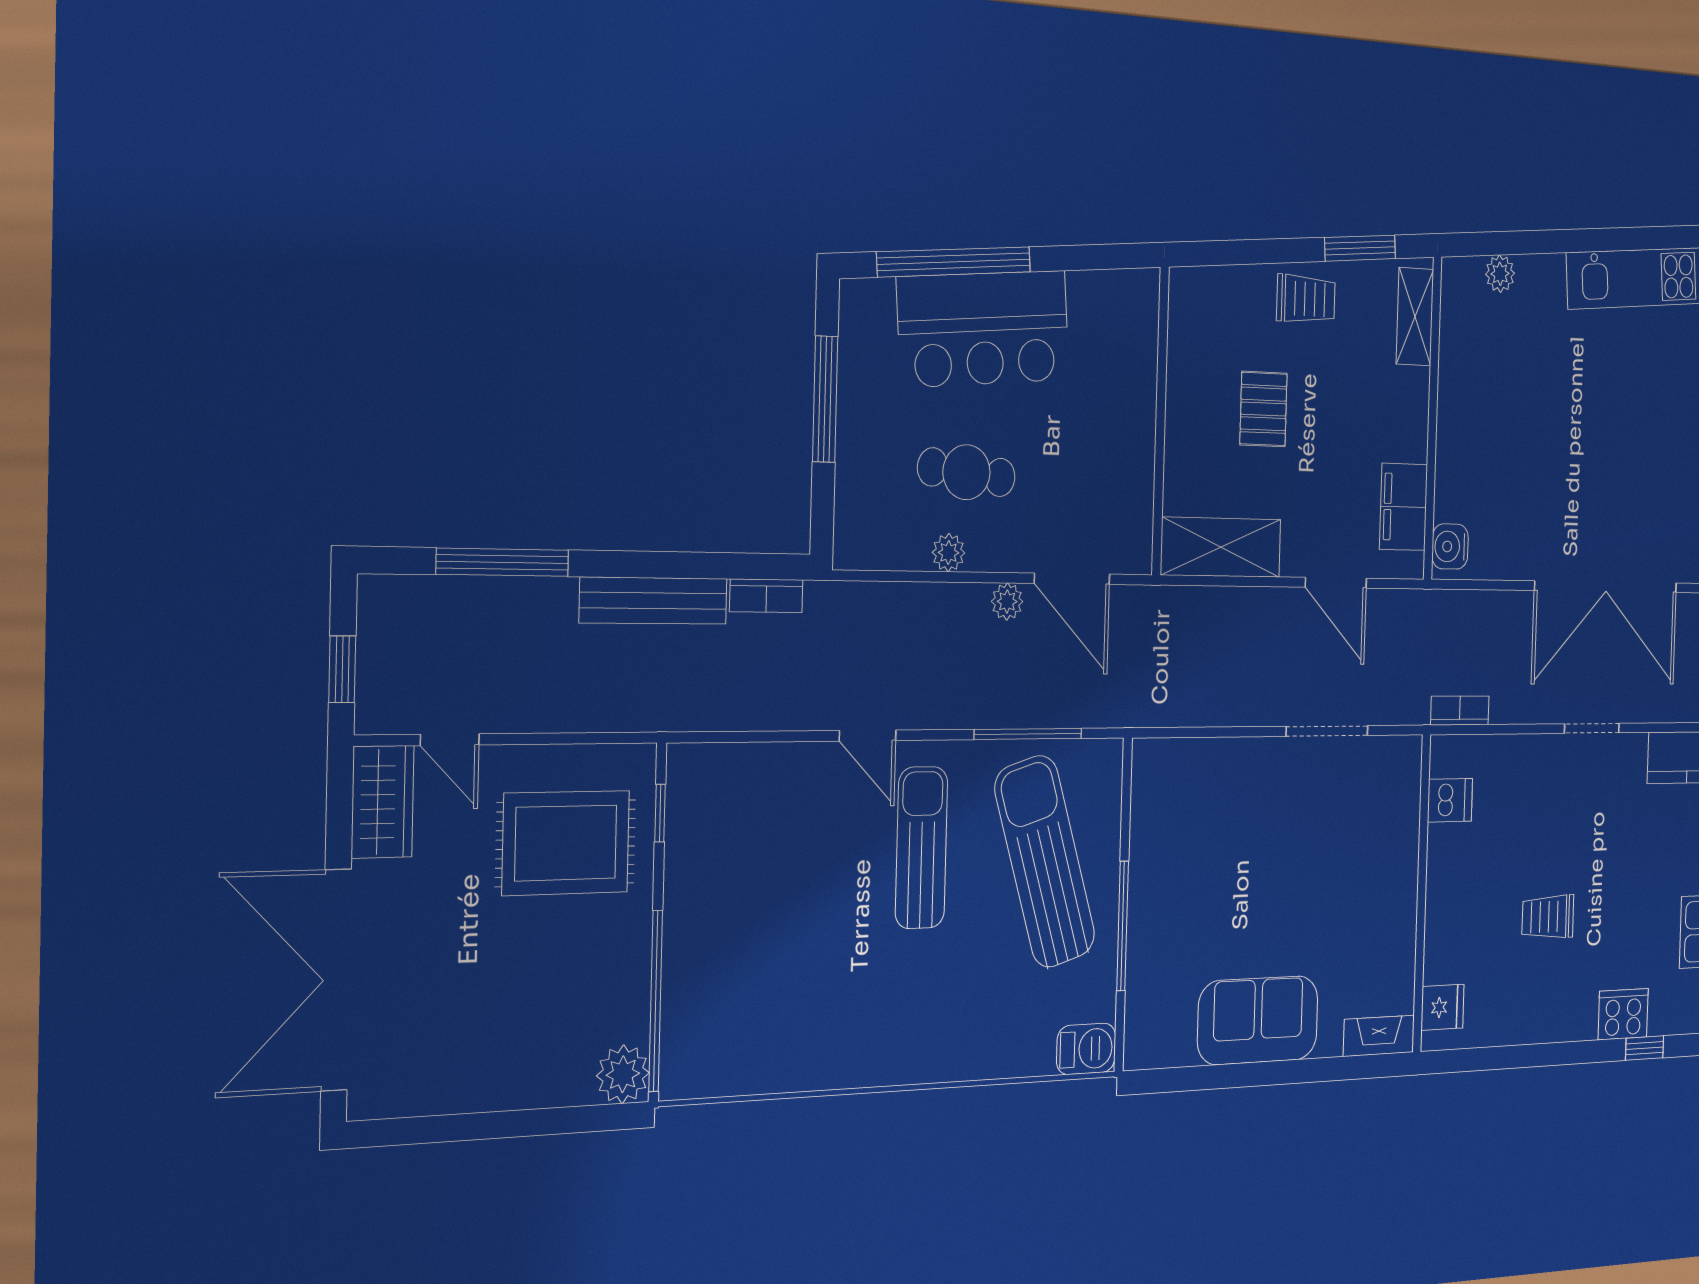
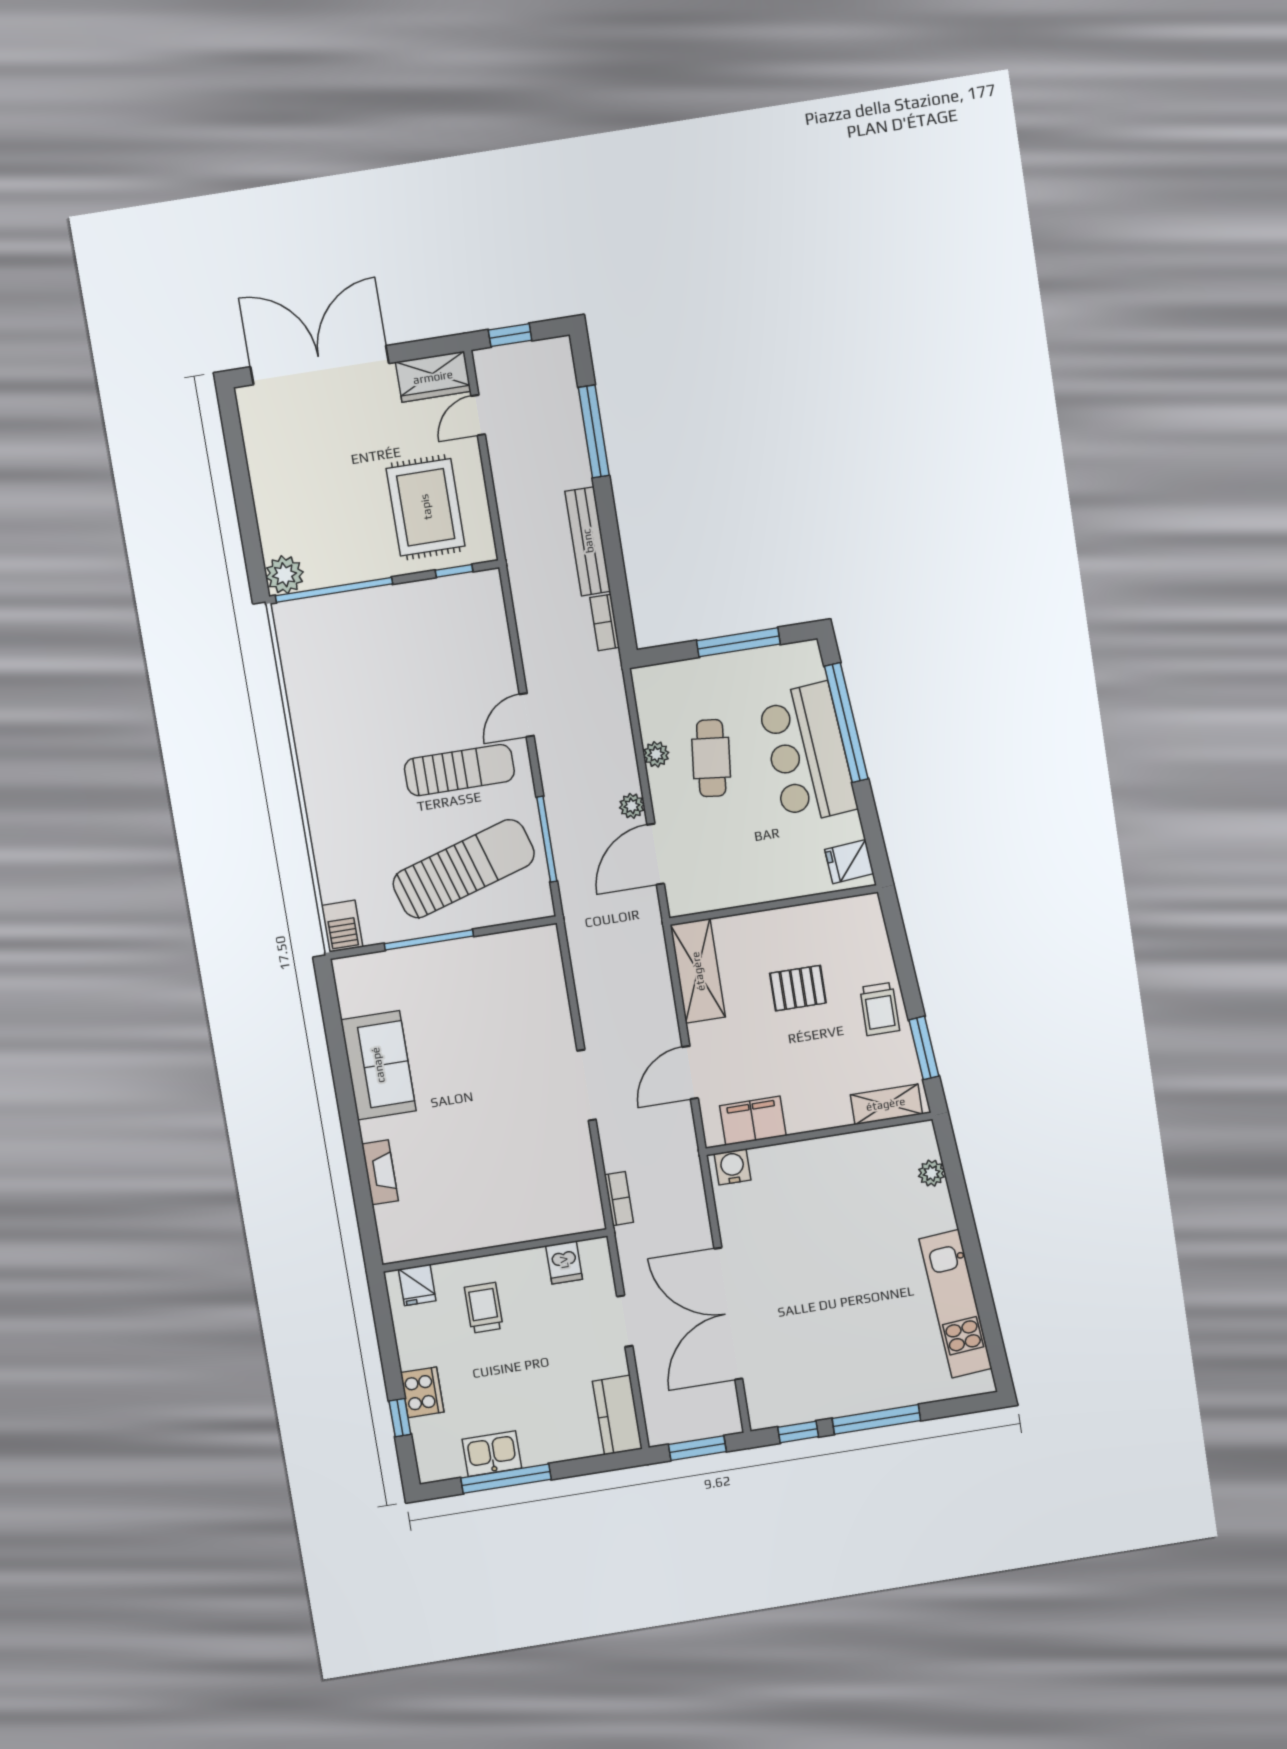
fridge: (1126, 299) -> (849, 862), added
dishwasher: (1450, 800) -> (564, 1262), moved
wall: (1422, 894) -> (495, 1250), moved
fridge: (1442, 1007) -> (417, 1285), moved

